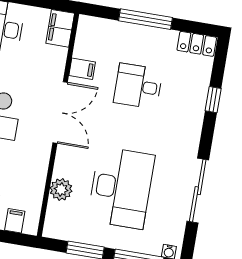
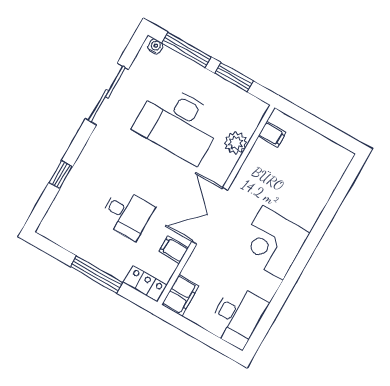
locker: (197, 44) -> (145, 284), moved
desk: (121, 188) -> (178, 123), turned -90
filing cabinet: (15, 221) -> (272, 134), moved, turned -90

